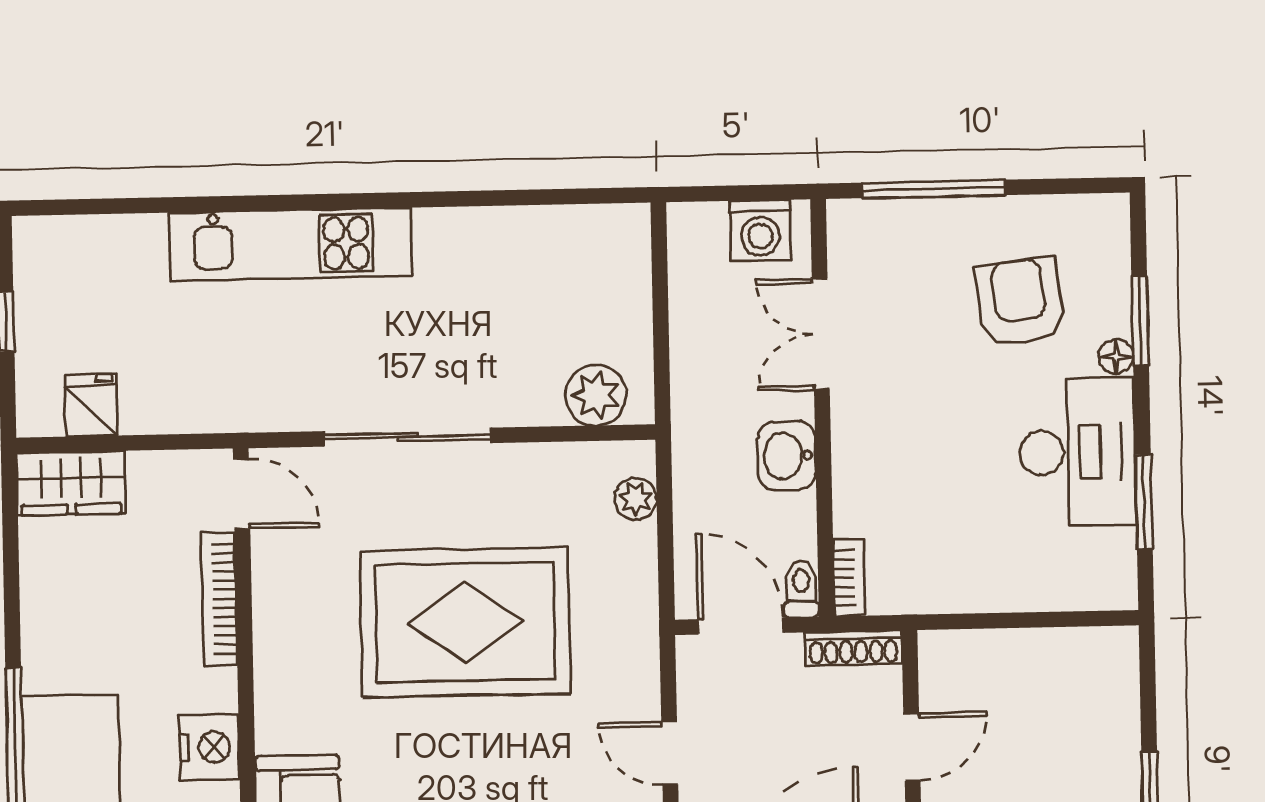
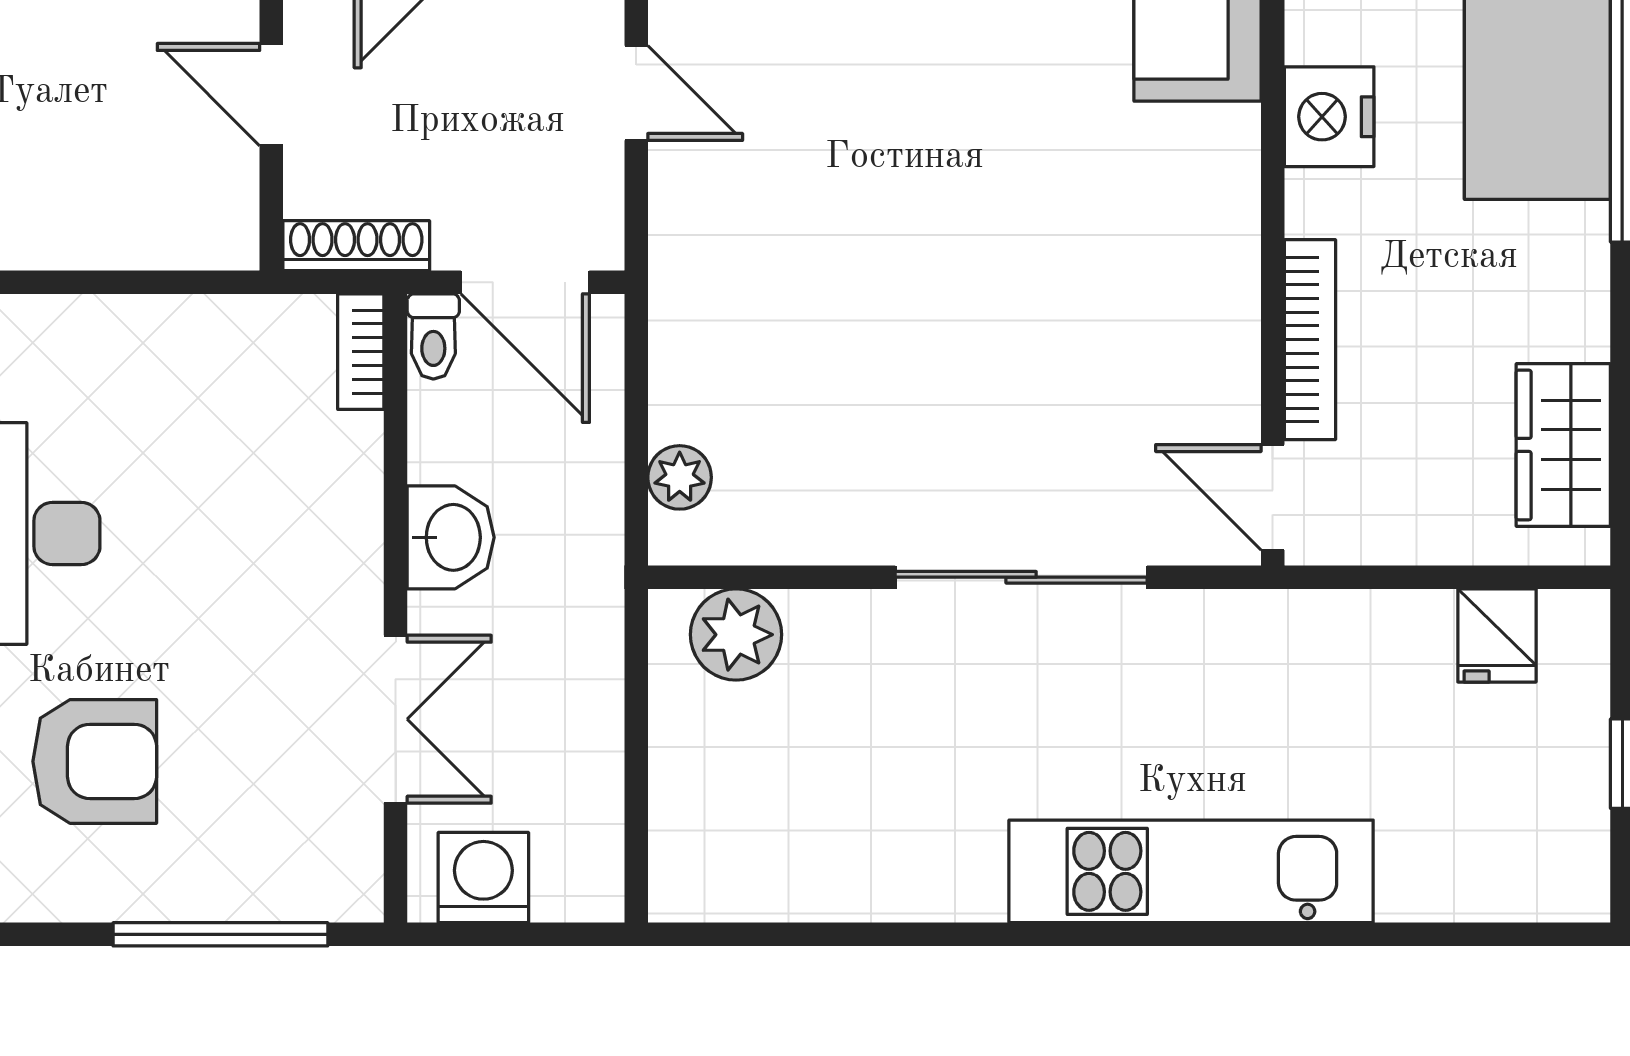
armchair: (1020, 302) -> (95, 761), turned -83
wardrobe: (71, 483) -> (1563, 445), moved, turned -90
rug: (465, 622) -> (940, 297), removed
door: (912, 747) -> (271, 95), hinge flipped

